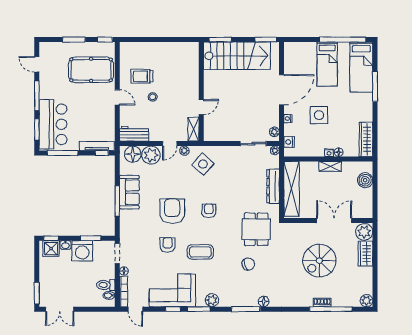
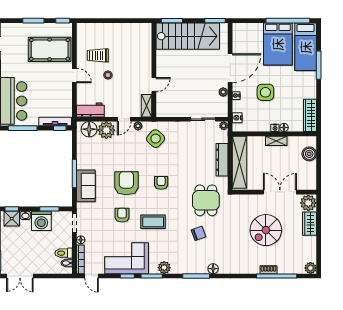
bed: (327, 64) -> (278, 44), width x1.50
plant: (274, 132) -> (223, 92), moved
sofa: (129, 192) -> (86, 186), moved

